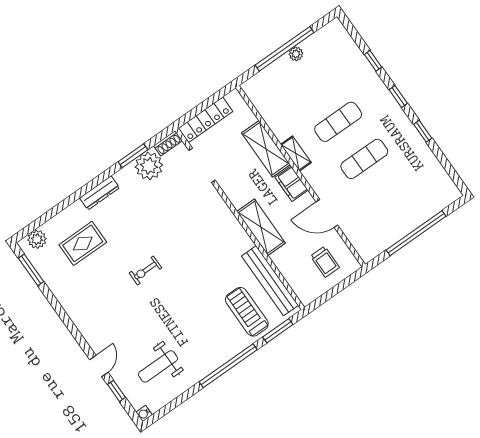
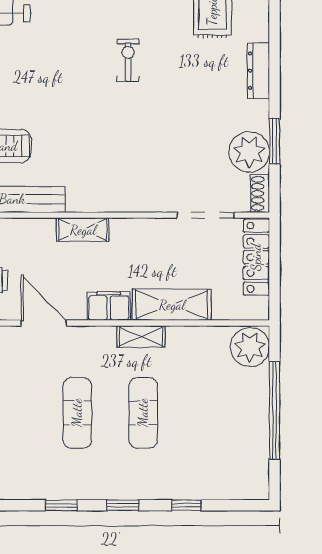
plant: (296, 54) -> (250, 347), moved, width x1.88, depth x1.88
door: (327, 214) -> (44, 323), hinge flipped
shelving: (261, 227) -> (83, 230), width x0.67, depth x0.75

